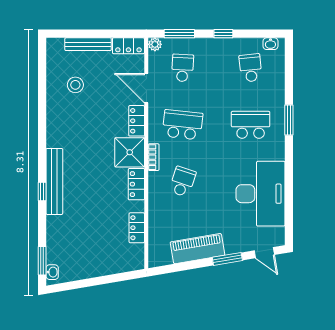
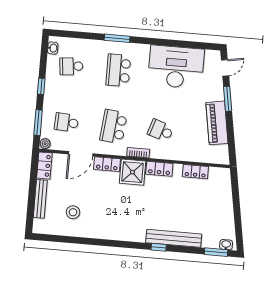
bench: (54, 181) -> (174, 238), moved

